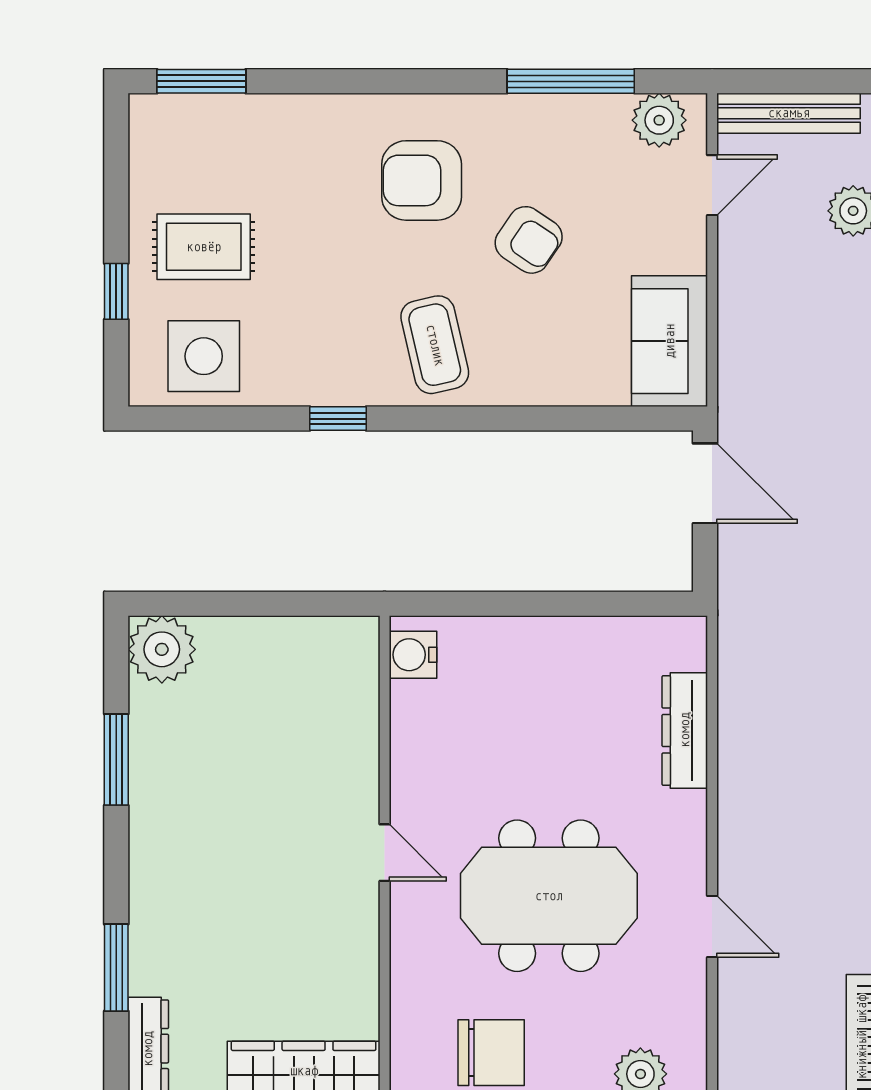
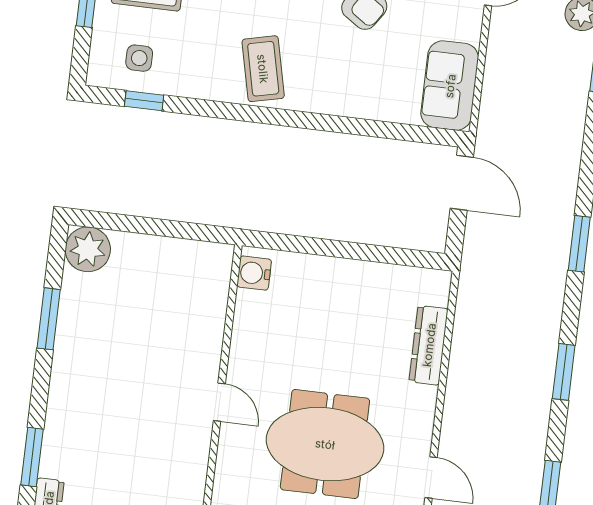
coffee table: (435, 345) -> (263, 69), moved
side table: (204, 356) -> (139, 58), width x0.54, depth x0.54
window: (338, 419) -> (144, 101), moved

